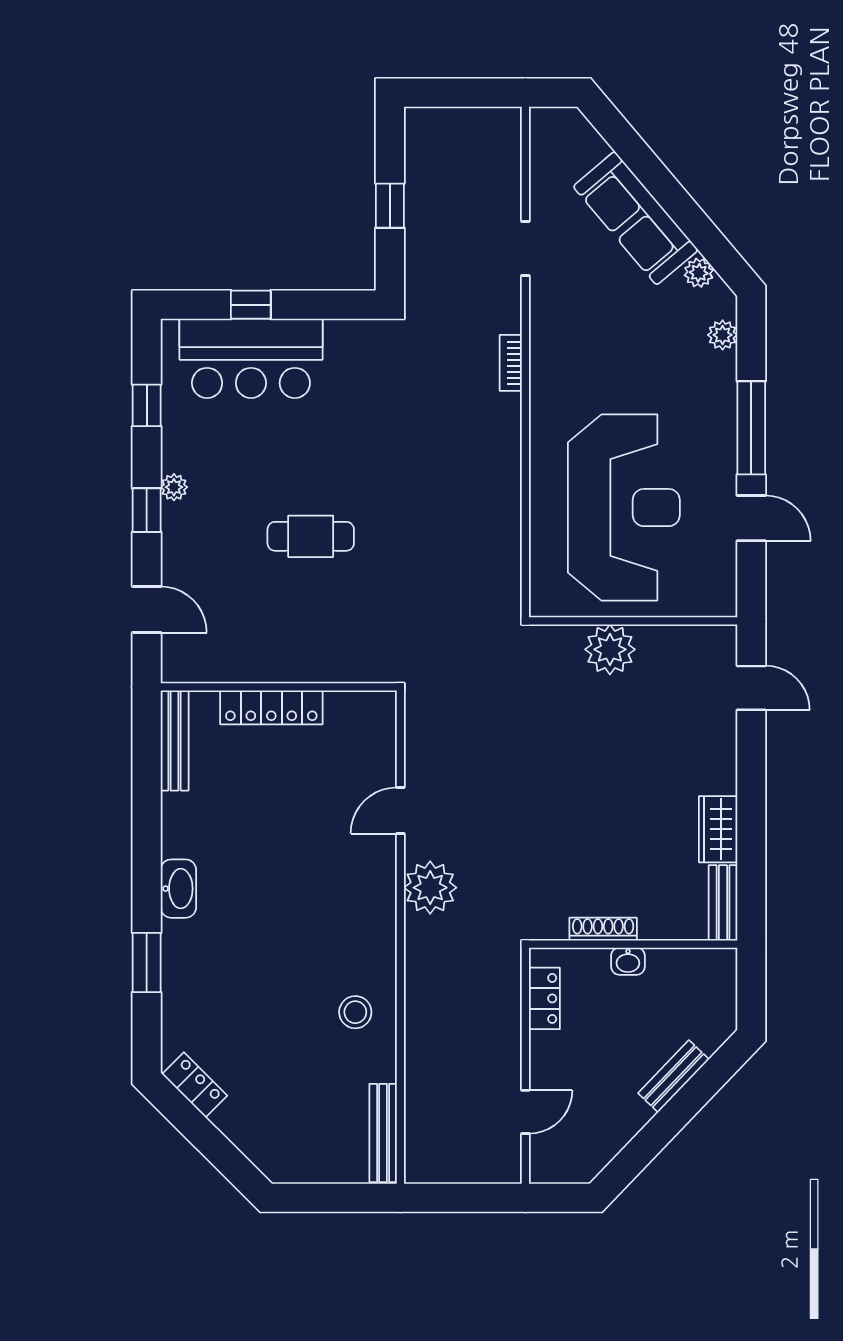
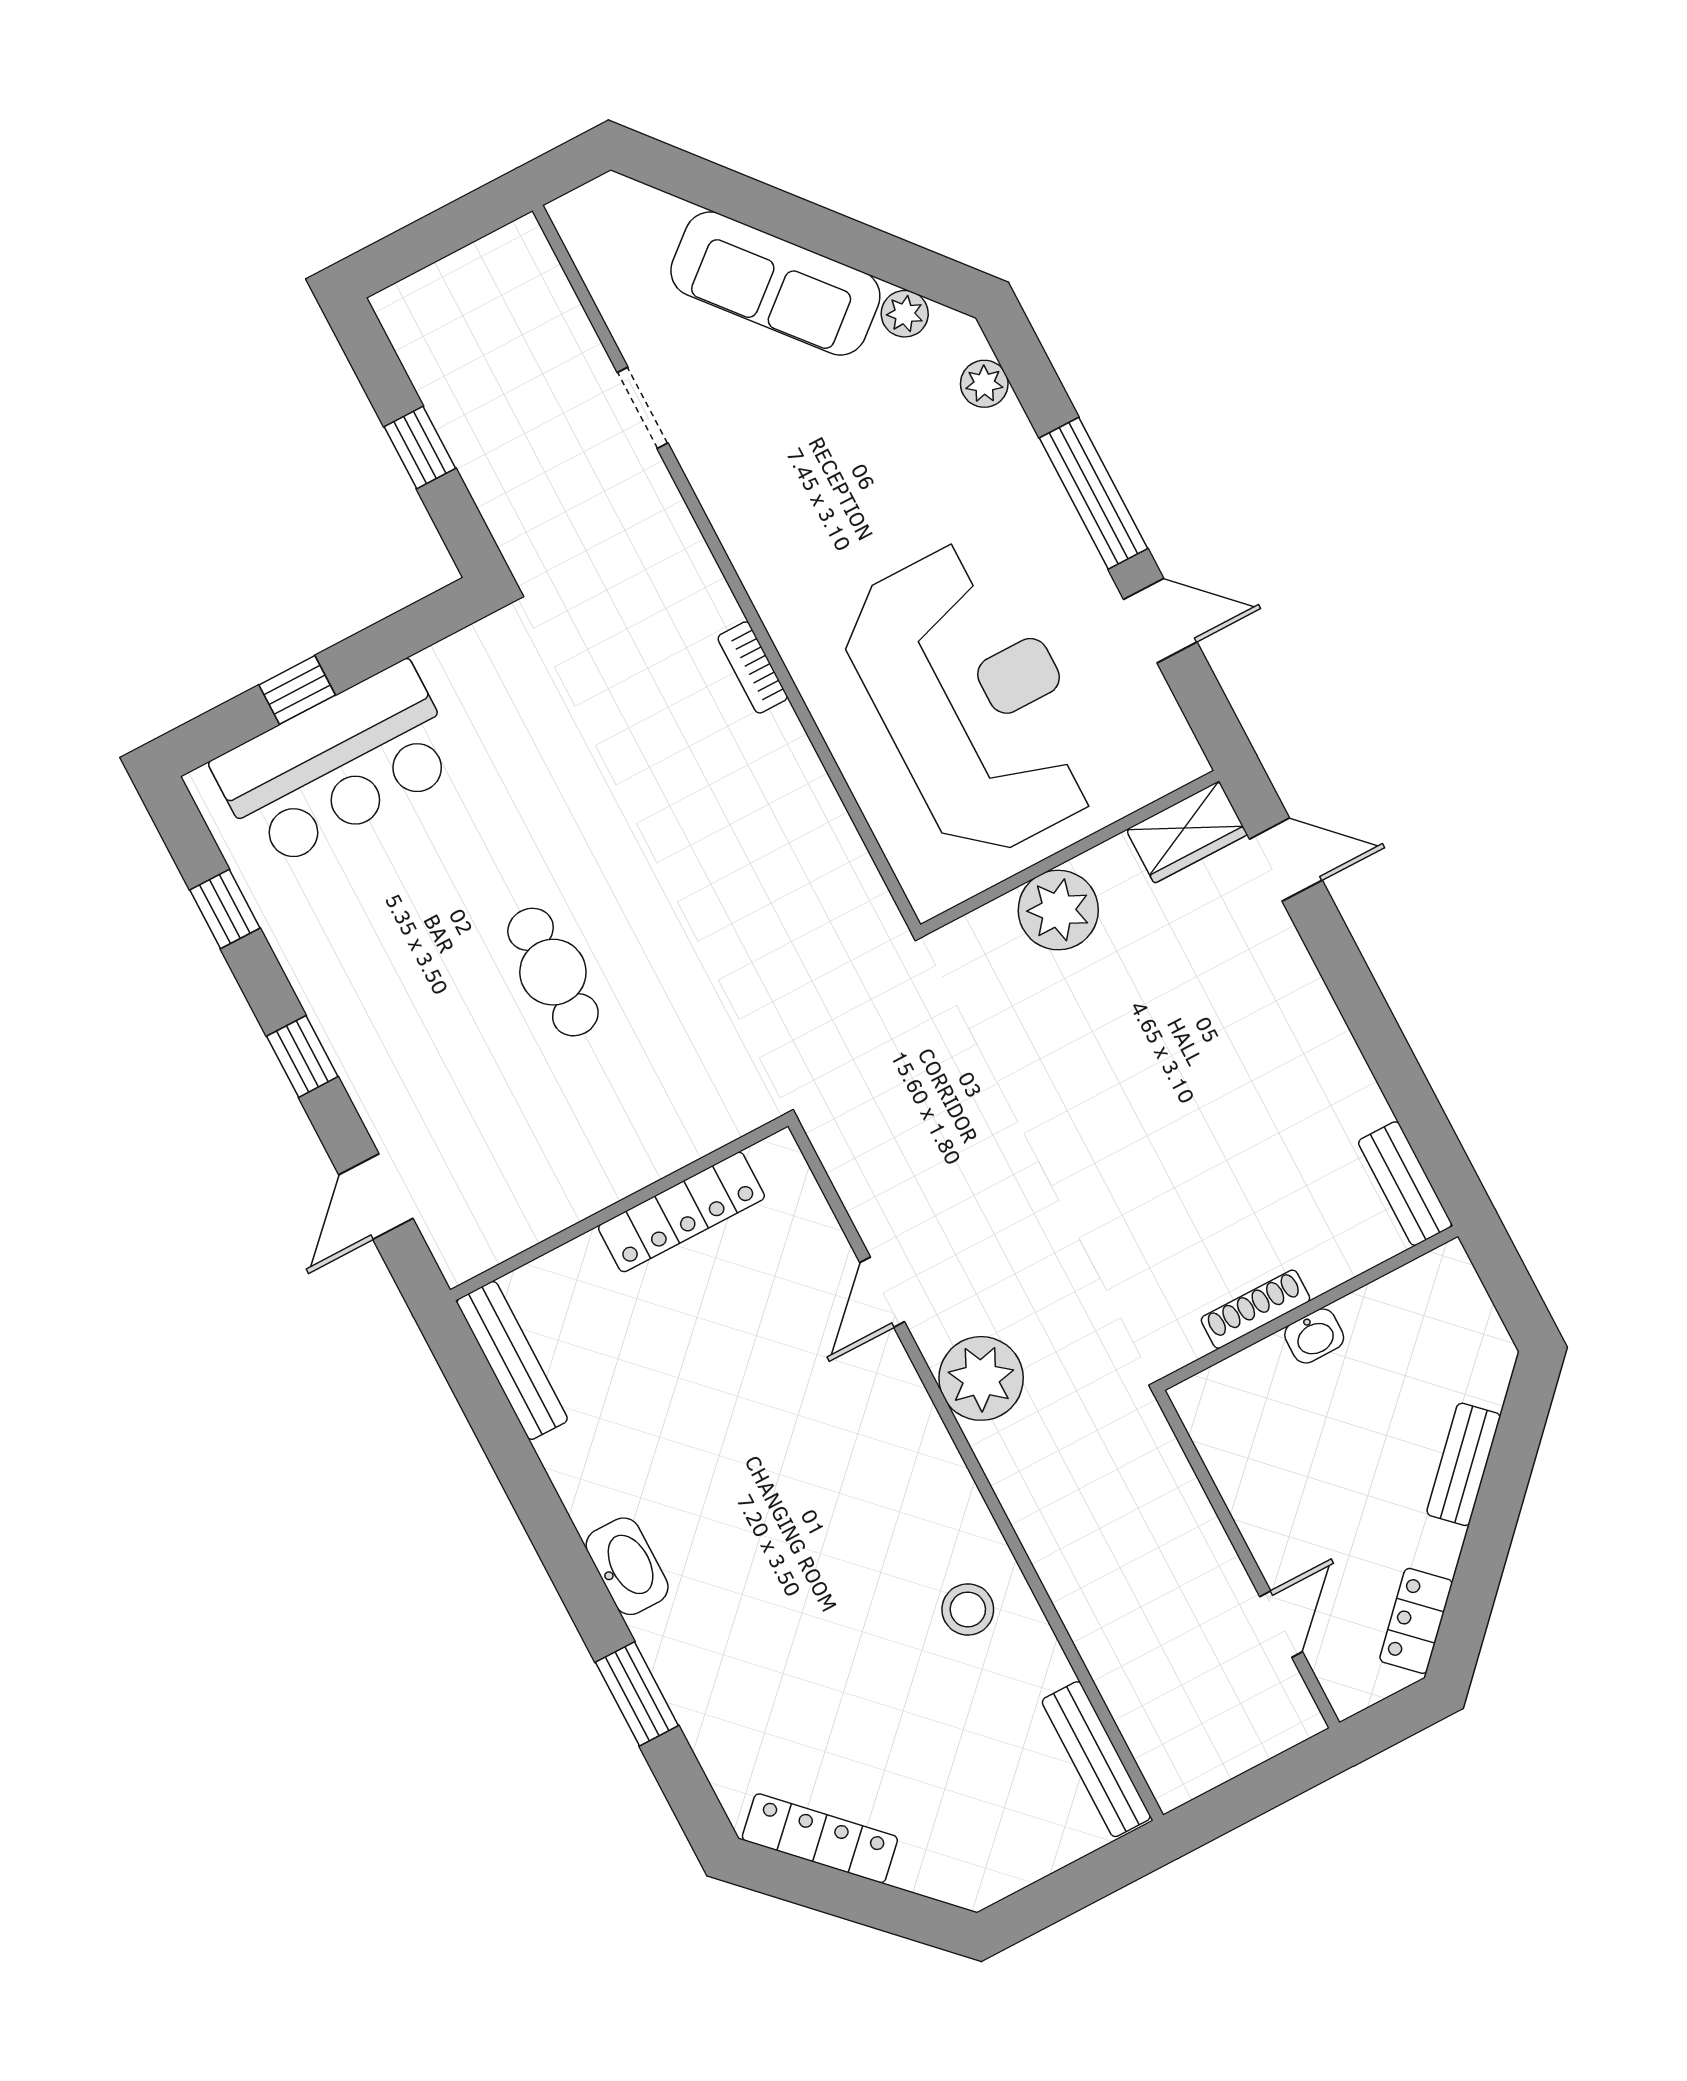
bookcase: (511, 363) -> (753, 667), moved
plant: (174, 487) -> (324, 1004), removed
cafe table: (311, 536) -> (553, 972), turned 90
door: (147, 610) -> (376, 1197), swing flipped
locker: (271, 707) -> (681, 1212), moved
wardrobe: (718, 829) -> (1187, 832), moved, turned -90
locker: (544, 998) -> (1416, 1621), moved, turned -136
locker: (195, 1085) -> (820, 1838), width x1.53

